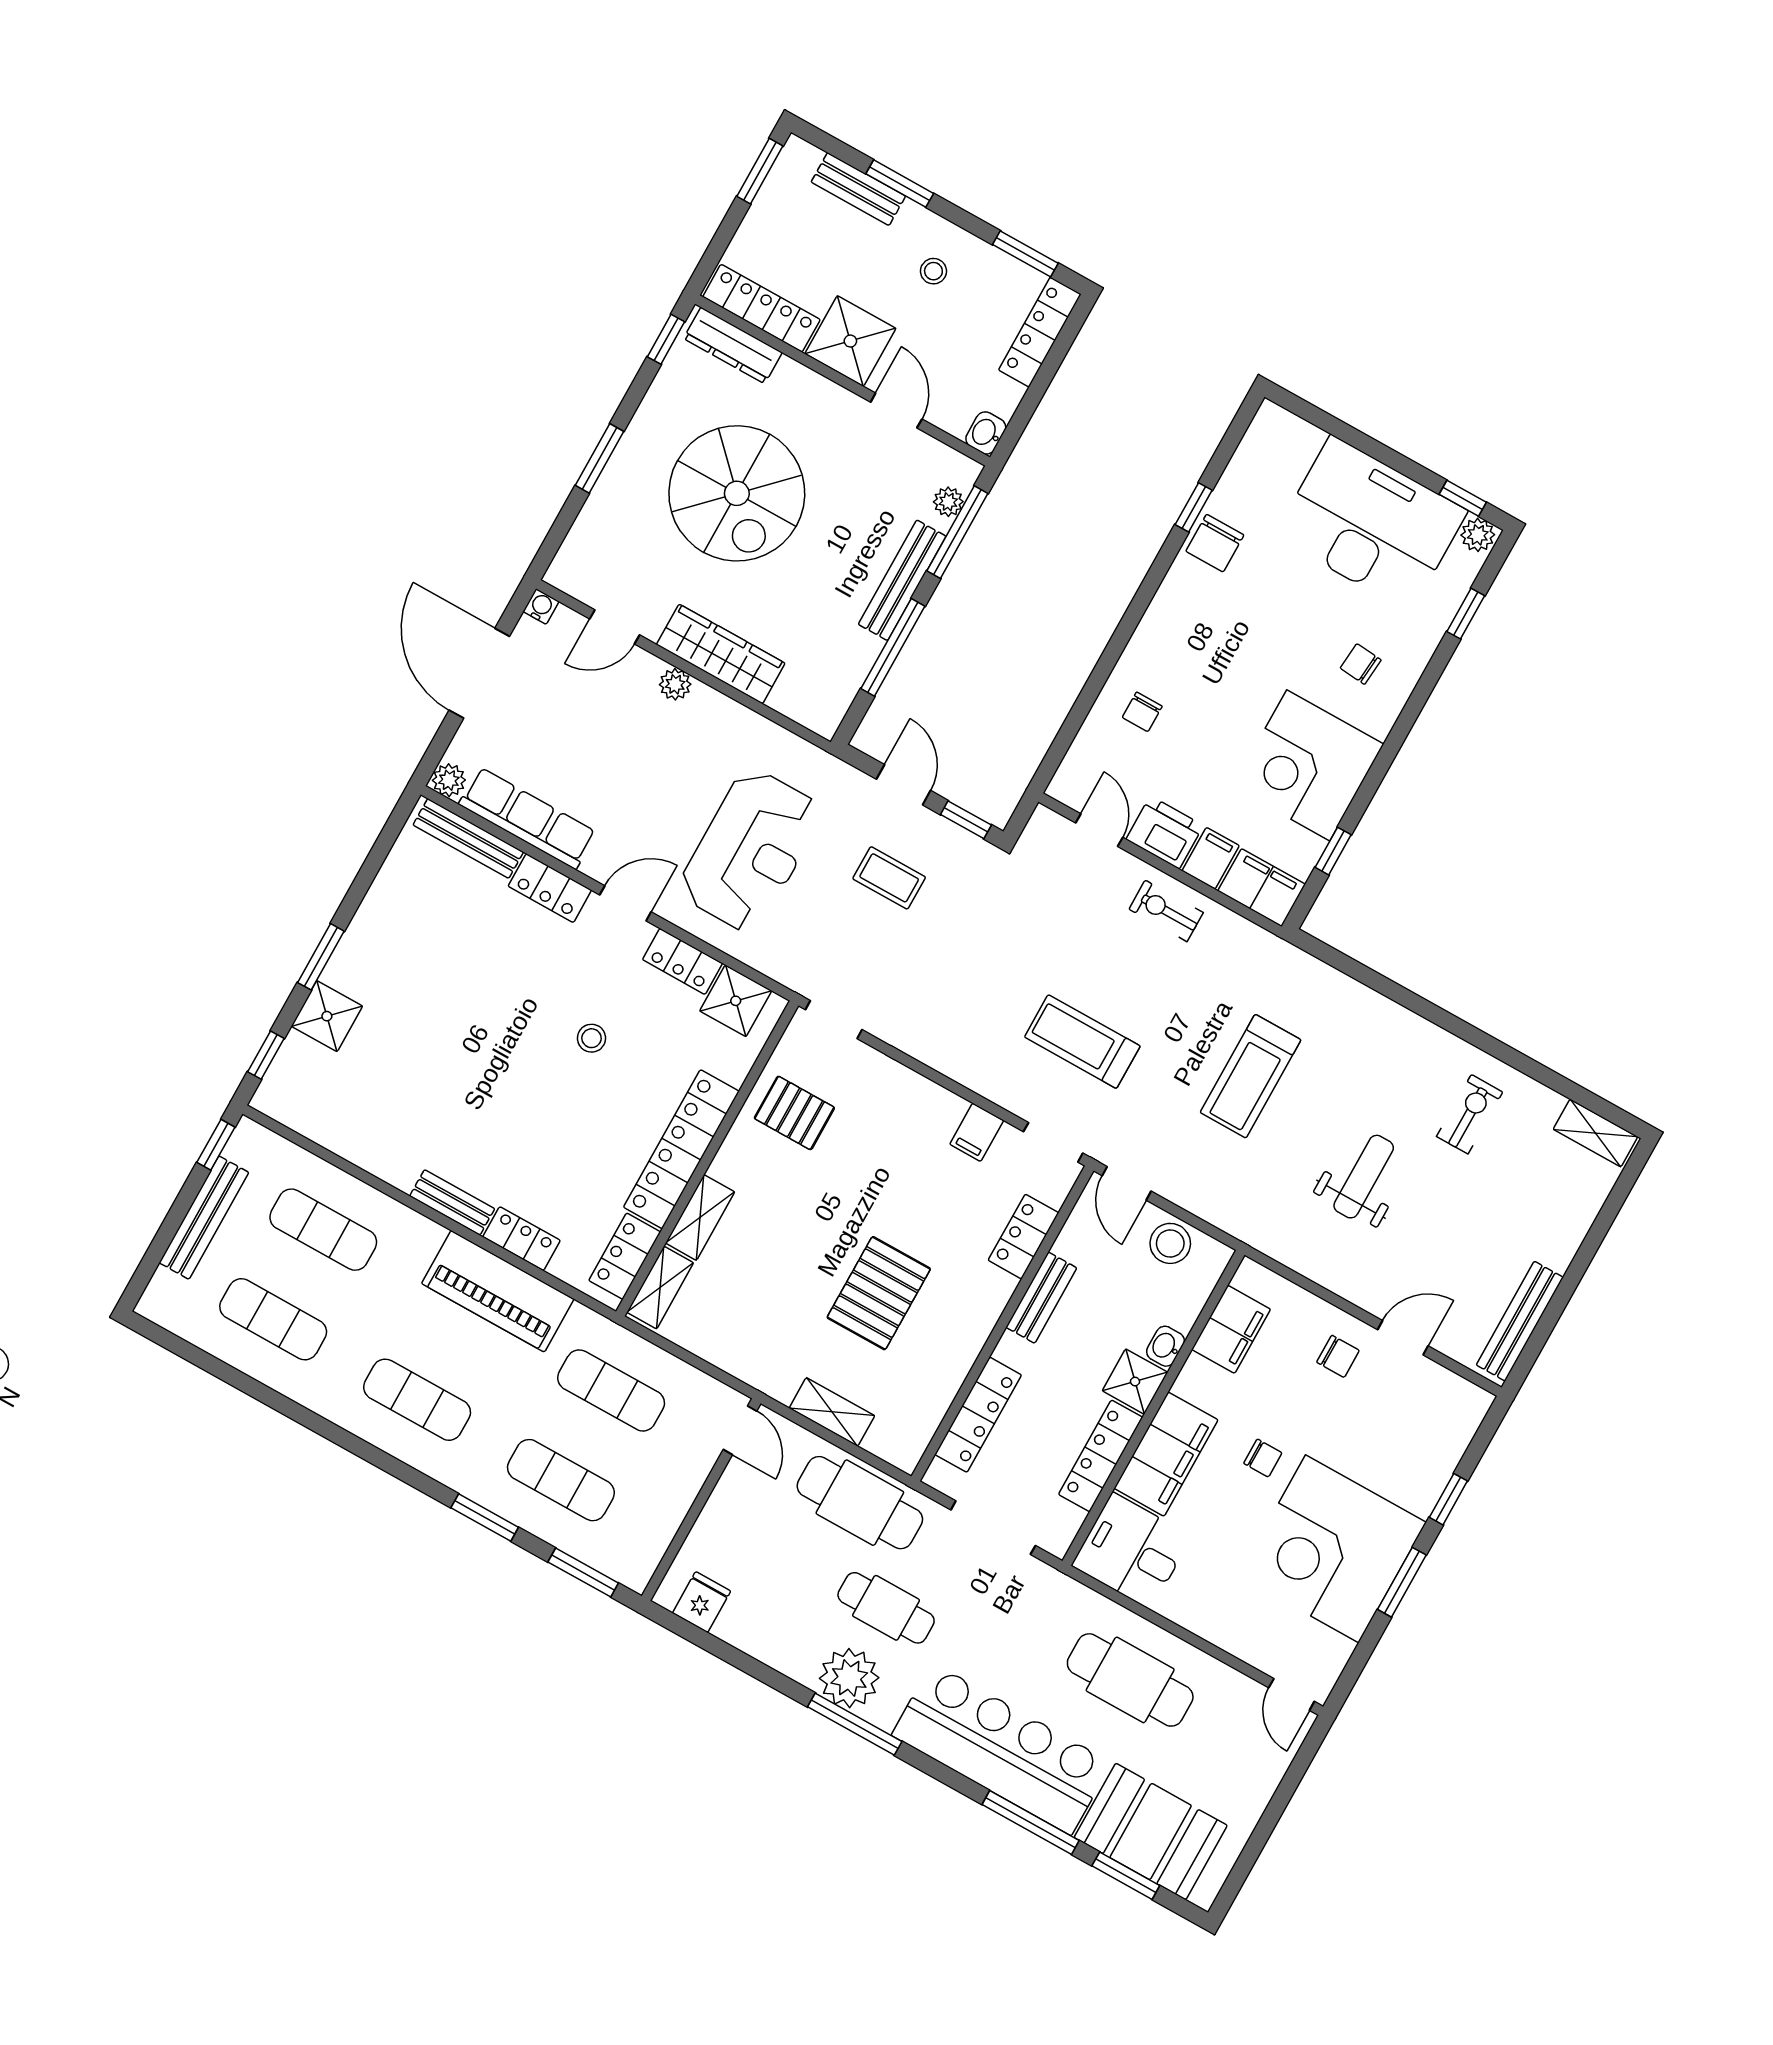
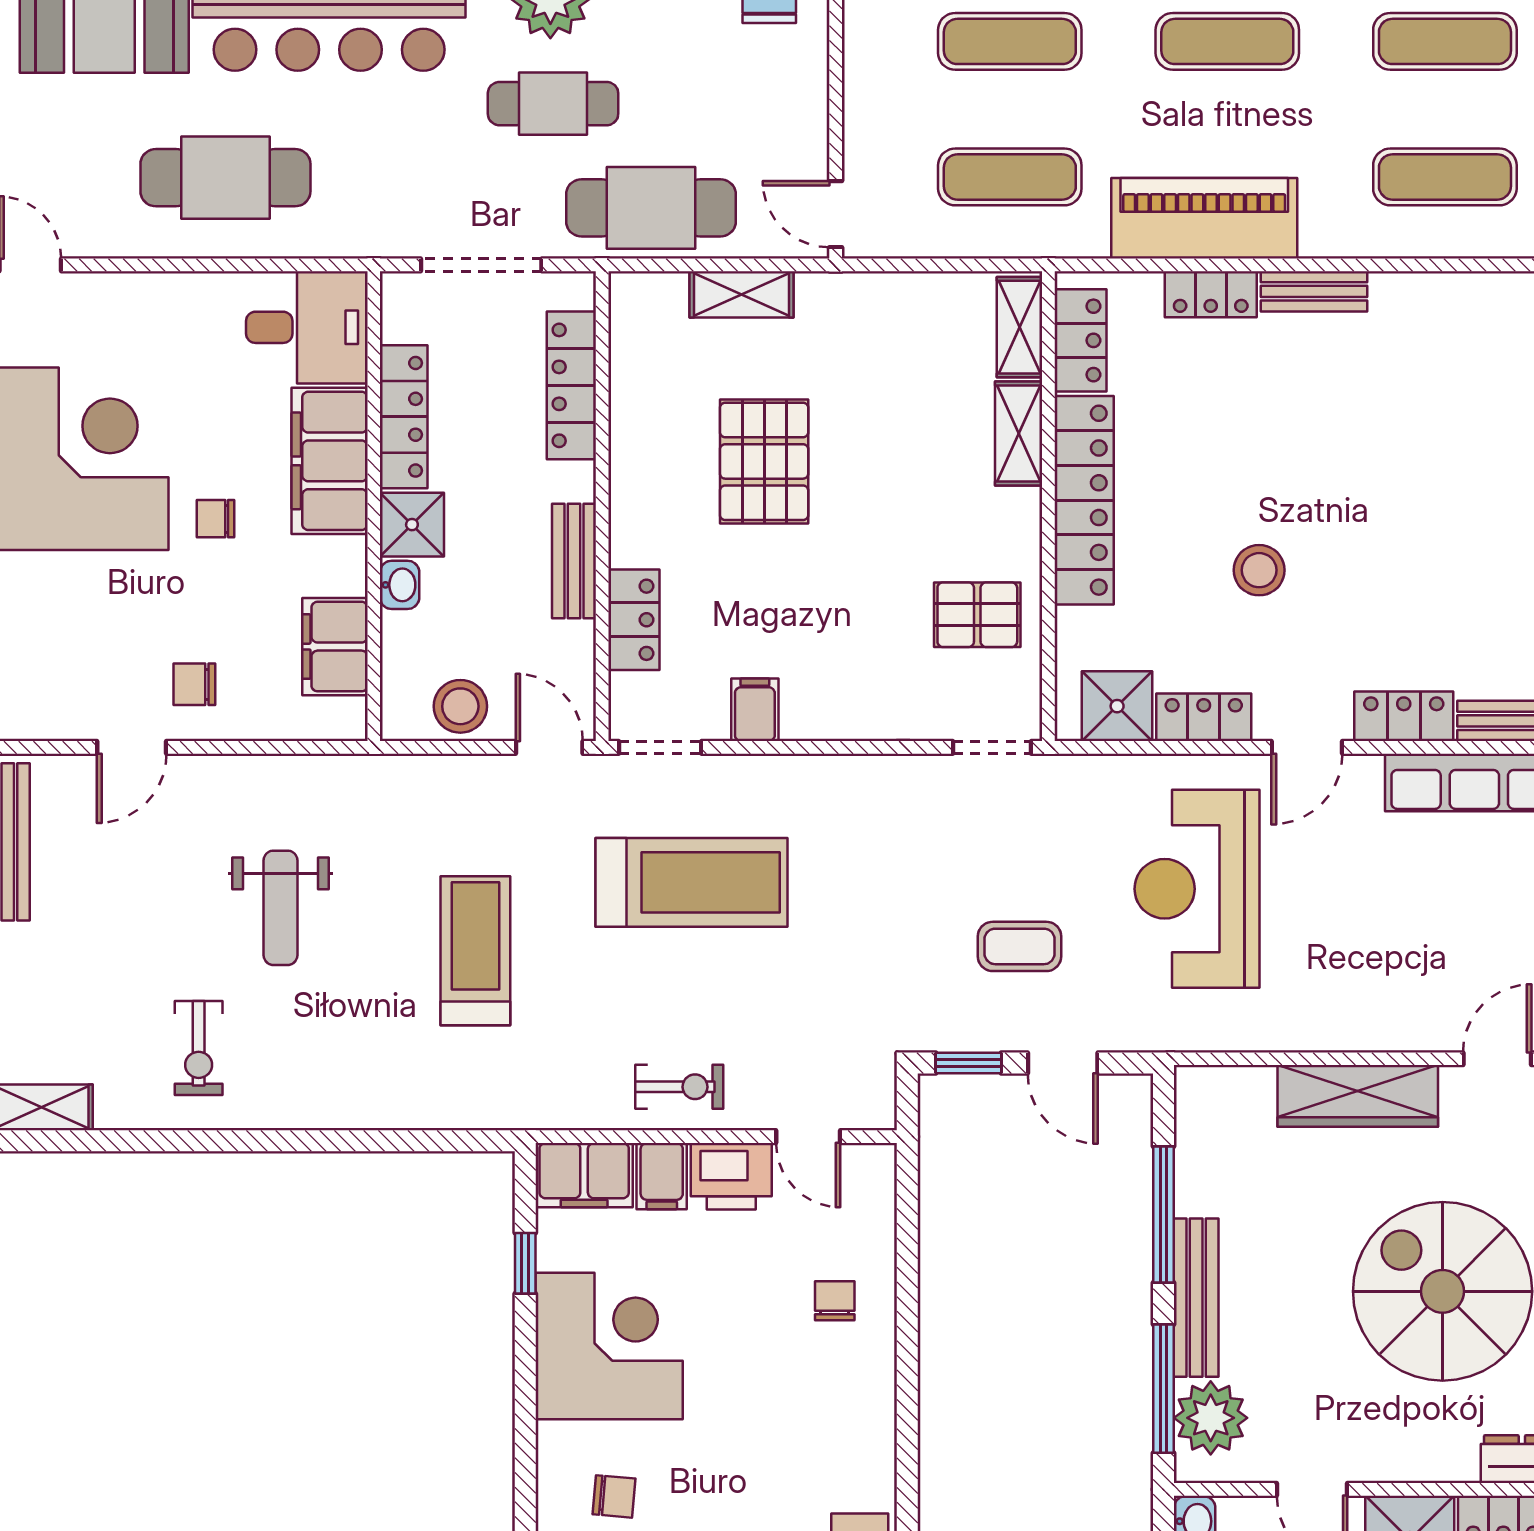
plant: (948, 502) -> (1211, 1418), width x1.88, depth x1.88
plant: (675, 684) -> (1391, 1032), removed
stool: (591, 1038) -> (1259, 570), width x1.37, depth x1.37
treadmill: (1082, 1042) -> (692, 882), width x1.37, depth x1.38

